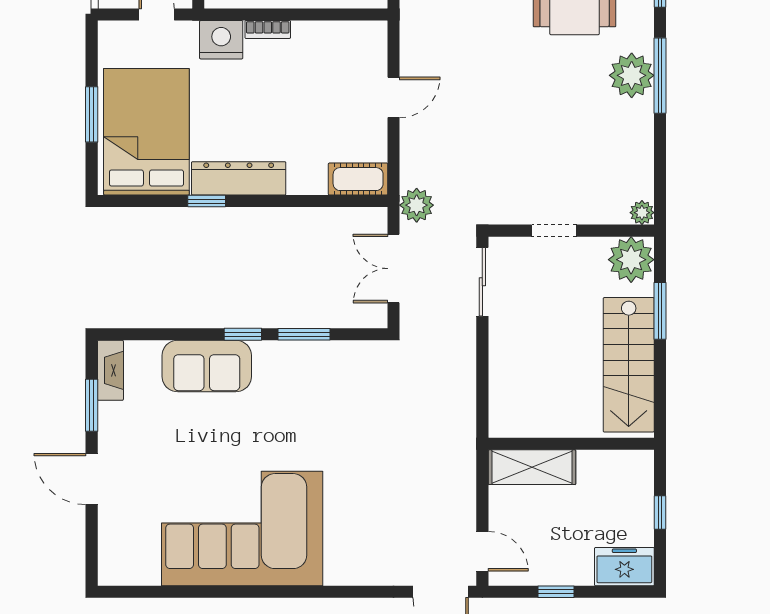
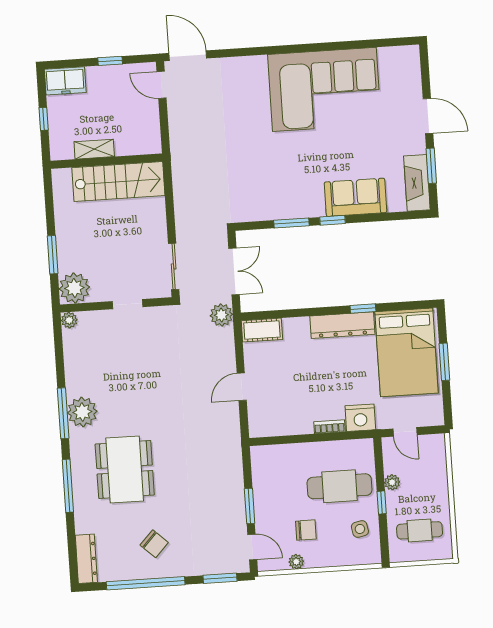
stairs: (629, 365) -> (118, 182), moved, turned 90
fireplace: (110, 370) -> (417, 183), width x1.37, depth x1.32
shelving: (532, 467) -> (94, 149), moved, width x0.67, depth x0.75

